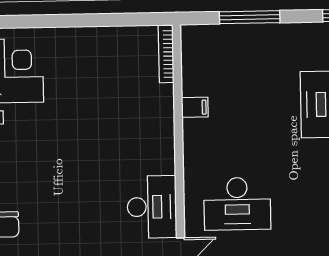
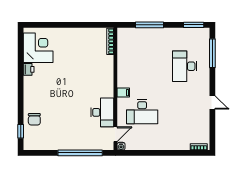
filing cabinet: (195, 107) -> (123, 93), moved

